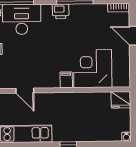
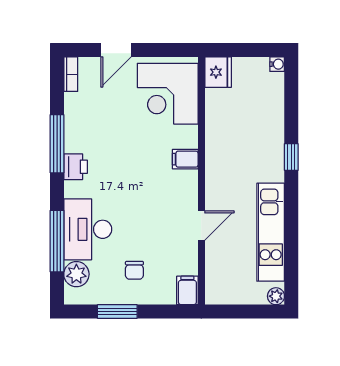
corner desk: (93, 69) -> (168, 94), moved

